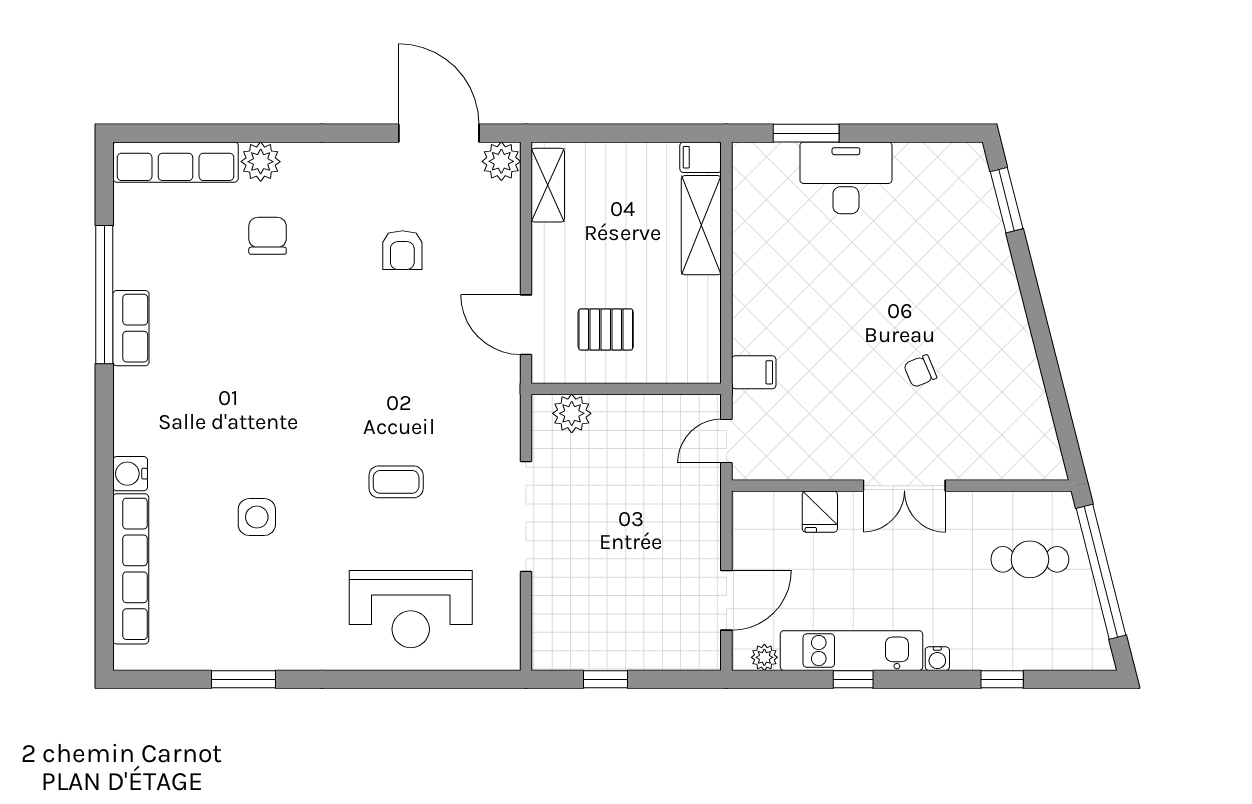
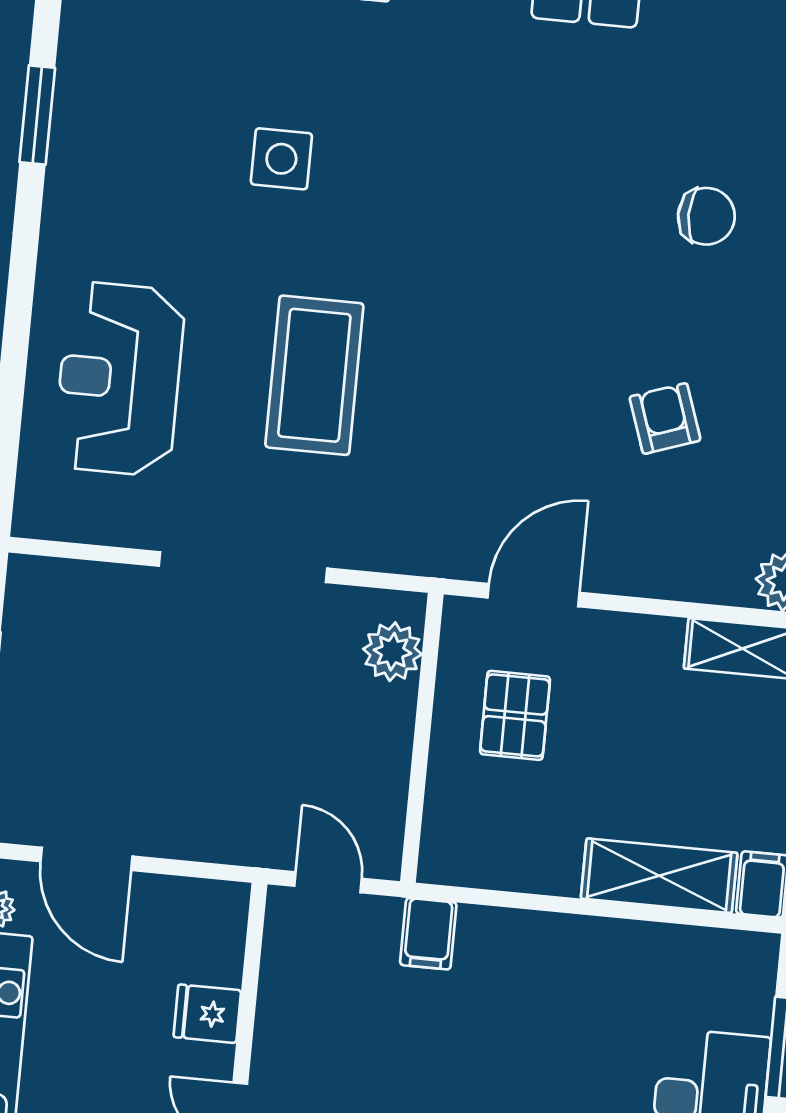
armchair: (402, 250) -> (665, 419), turned 71
coffee table: (396, 482) -> (314, 375), width x1.86, depth x1.72

